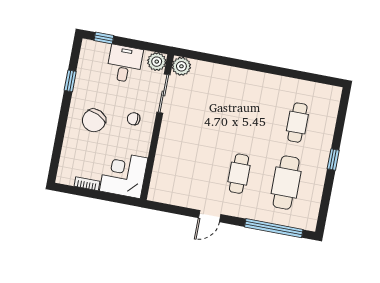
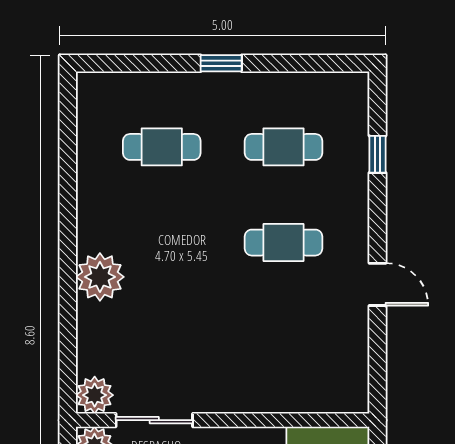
plant: (239, 80) -> (100, 277), added
cafe table: (286, 183) -> (284, 147), width x0.73, depth x0.74
window: (274, 228) -> (377, 154), width x0.32

